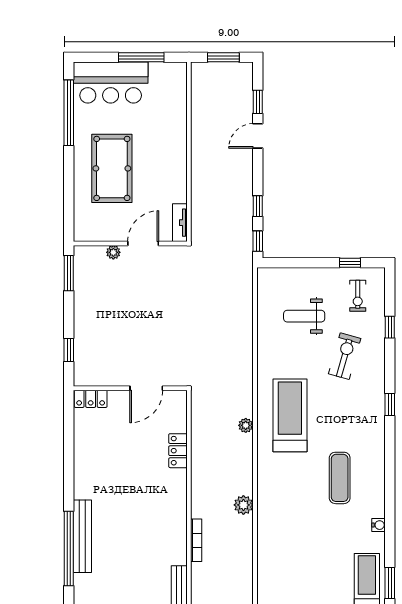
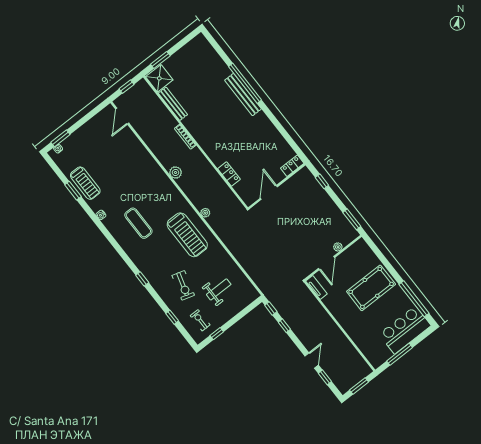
pool table: (112, 168) -> (371, 288), turned 90

